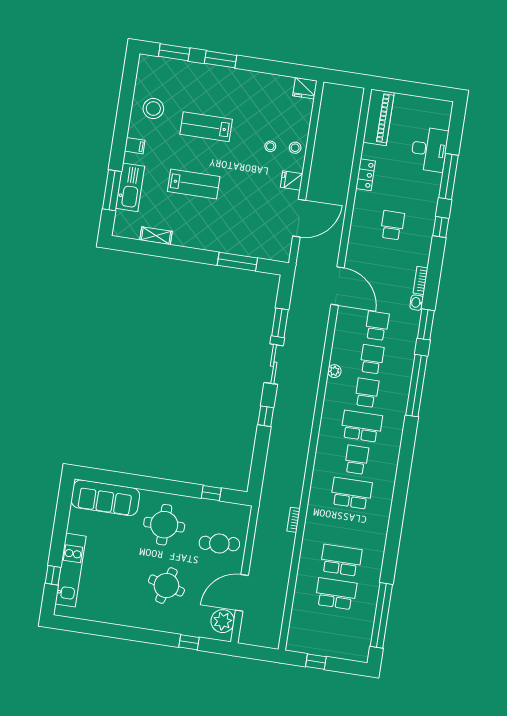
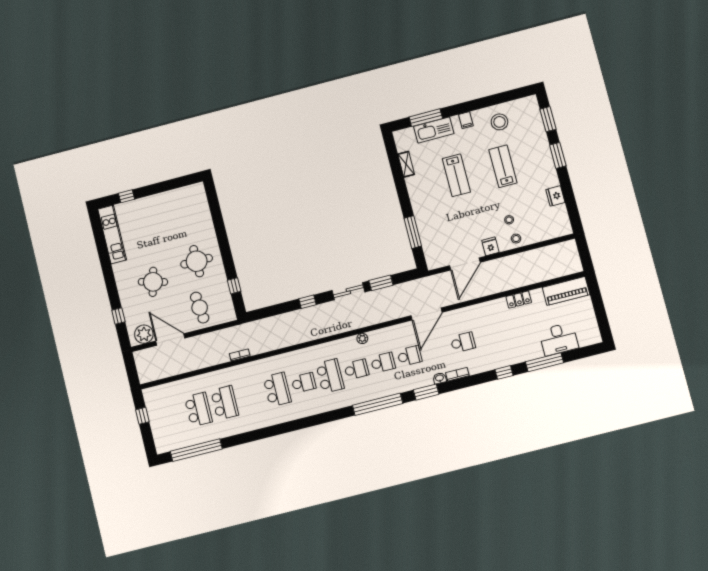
fridge: (305, 88) -> (555, 196), moved
door: (299, 218) -> (465, 264), hinge flipped
school desk: (392, 225) -> (463, 342), moved
sofa: (105, 498) -> (198, 210), removed
kitchen unit: (71, 570) -> (112, 234), moved, turned -90

